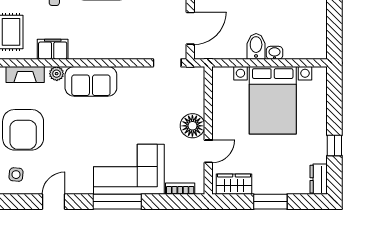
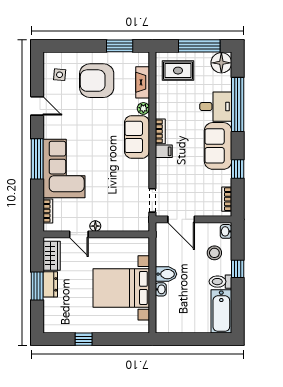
filing cabinet: (53, 49) -> (164, 151), moved, width x0.50
bookcase: (84, 53) -> (160, 131), added
floor lamp: (192, 126) -> (95, 226), width x0.53, depth x0.53
dresser: (319, 179) -> (50, 284), moved, turned 90

